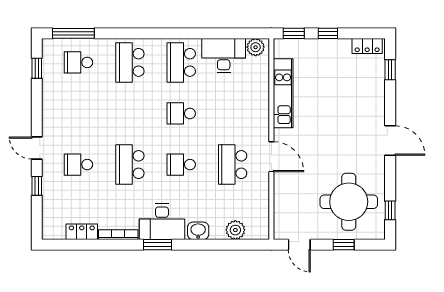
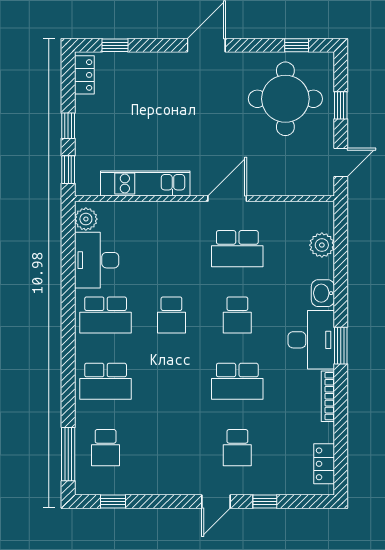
locker: (82, 232) -> (324, 464), moved

